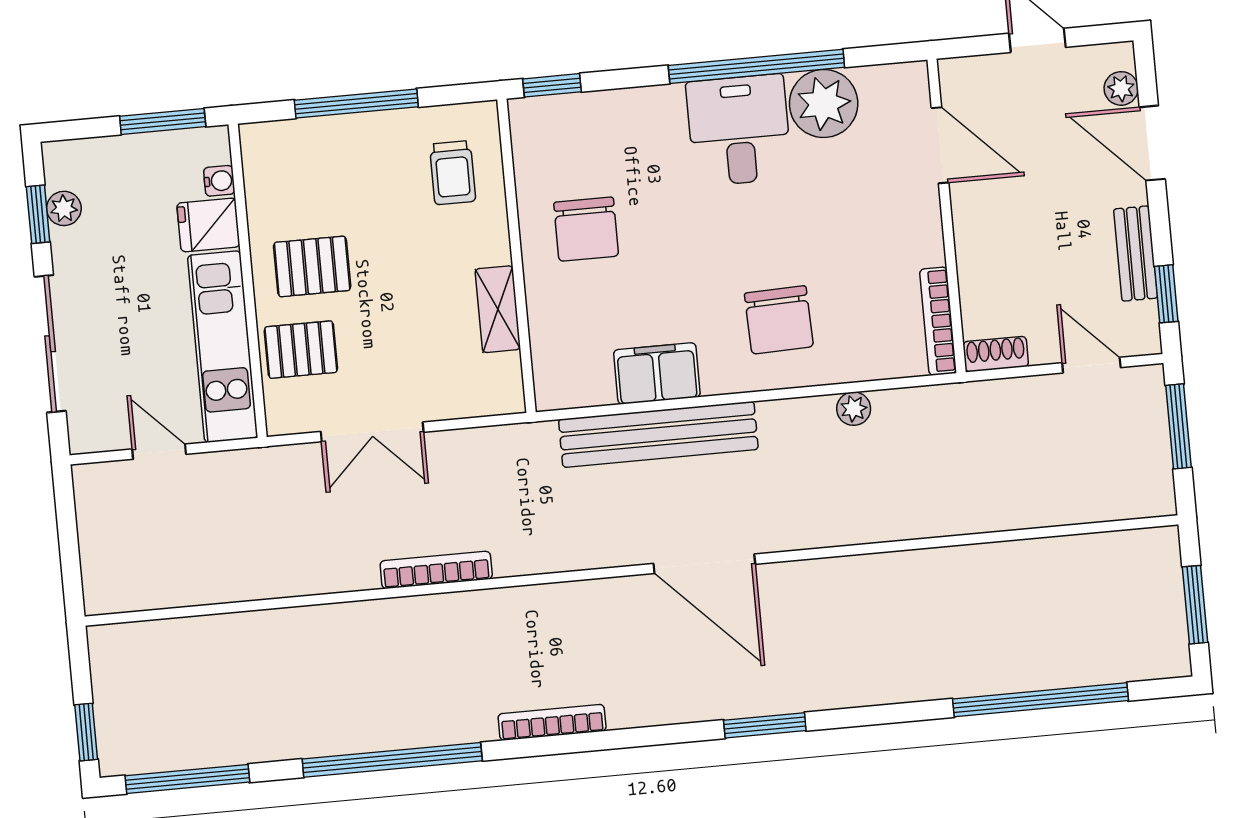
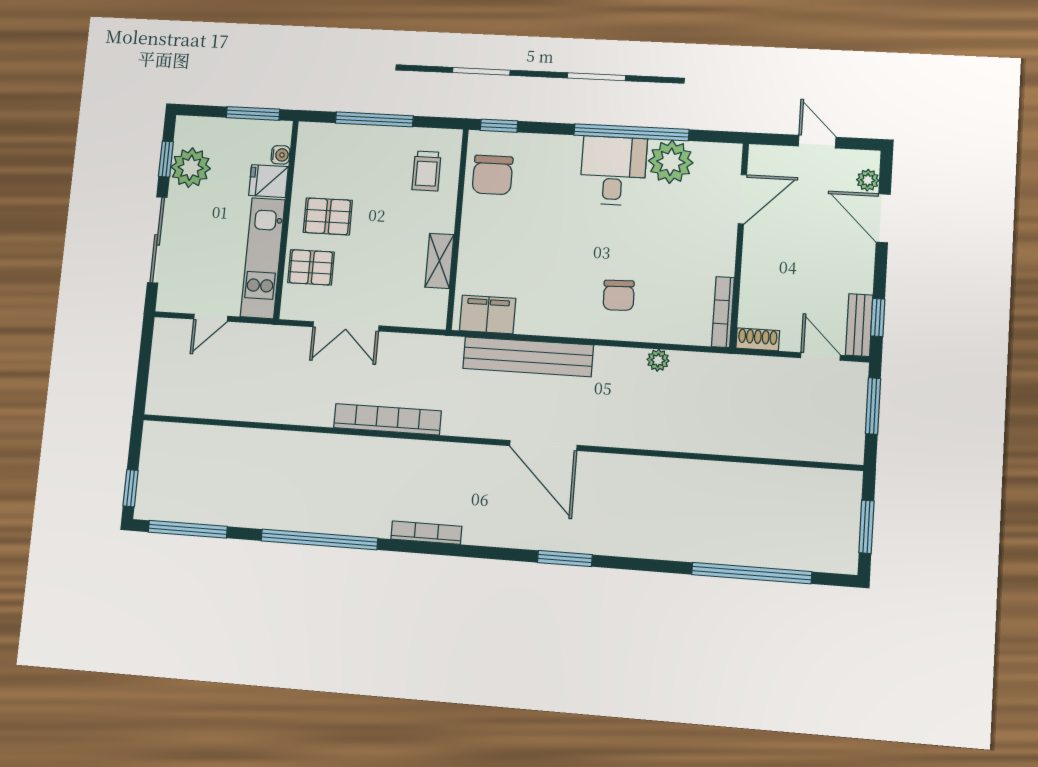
door: (940, 145) -> (742, 199), hinge flipped
plant: (64, 208) -> (191, 168), width x1.88, depth x1.88
chair: (586, 229) -> (493, 175), moved
bench: (1136, 254) -> (859, 325), moved
chair: (779, 320) -> (619, 295), width x0.73, depth x0.73
filing cabinet: (657, 373) -> (488, 315), moved
door: (159, 452) -> (211, 318), swing flipped
bookcase: (436, 570) -> (387, 419), width x1.48, depth x1.31

